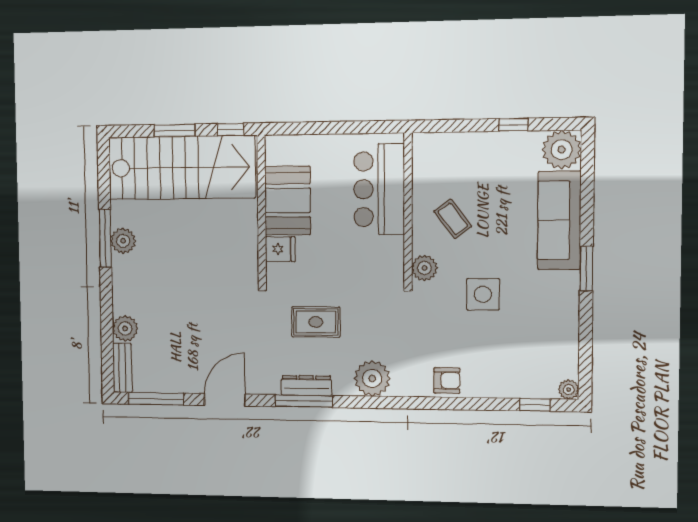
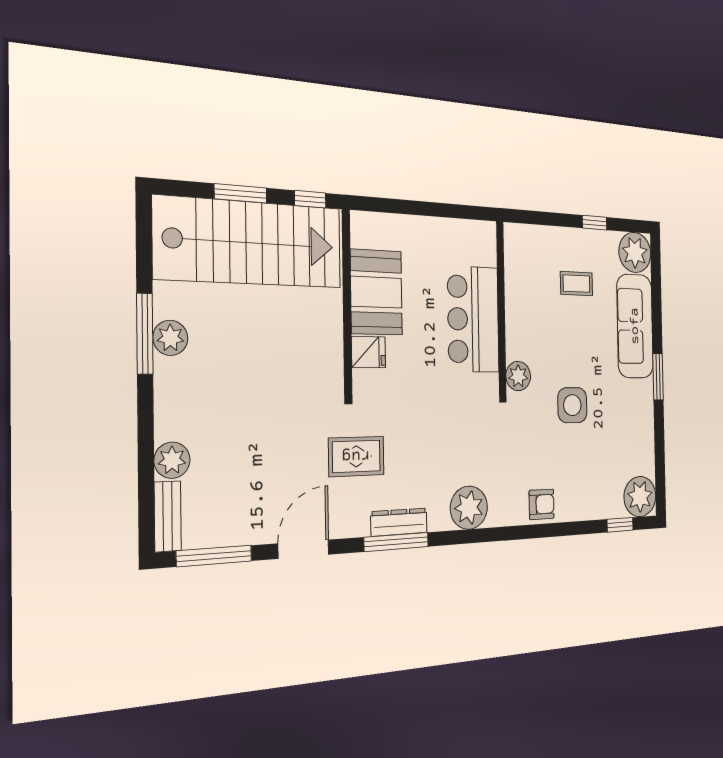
bar counter: (379, 189) -> (473, 319), moved
coffee table: (453, 219) -> (576, 284), moved, turned -53
rug: (316, 322) -> (356, 456), moved
plant: (569, 390) -> (640, 497), width x1.88, depth x1.88

